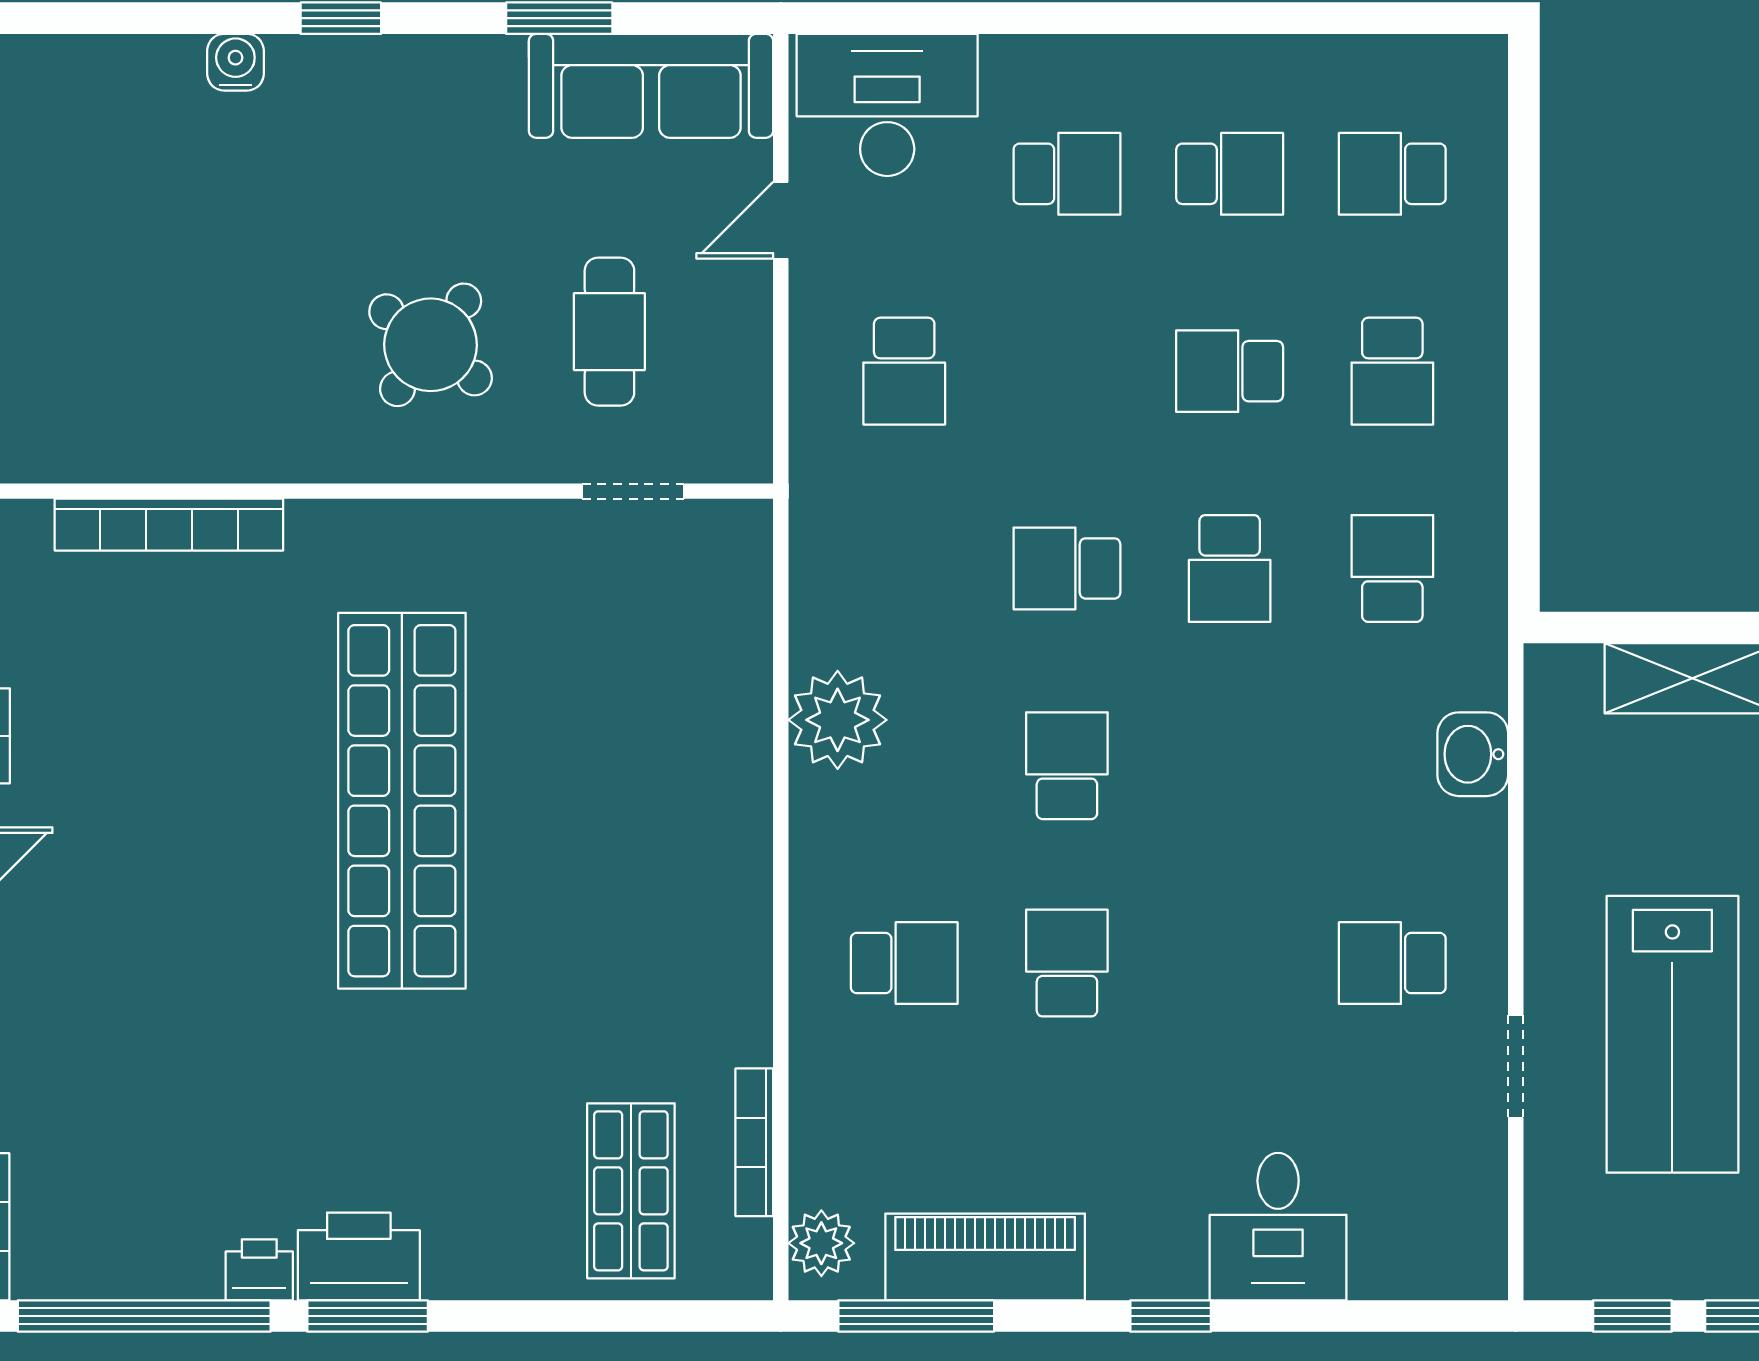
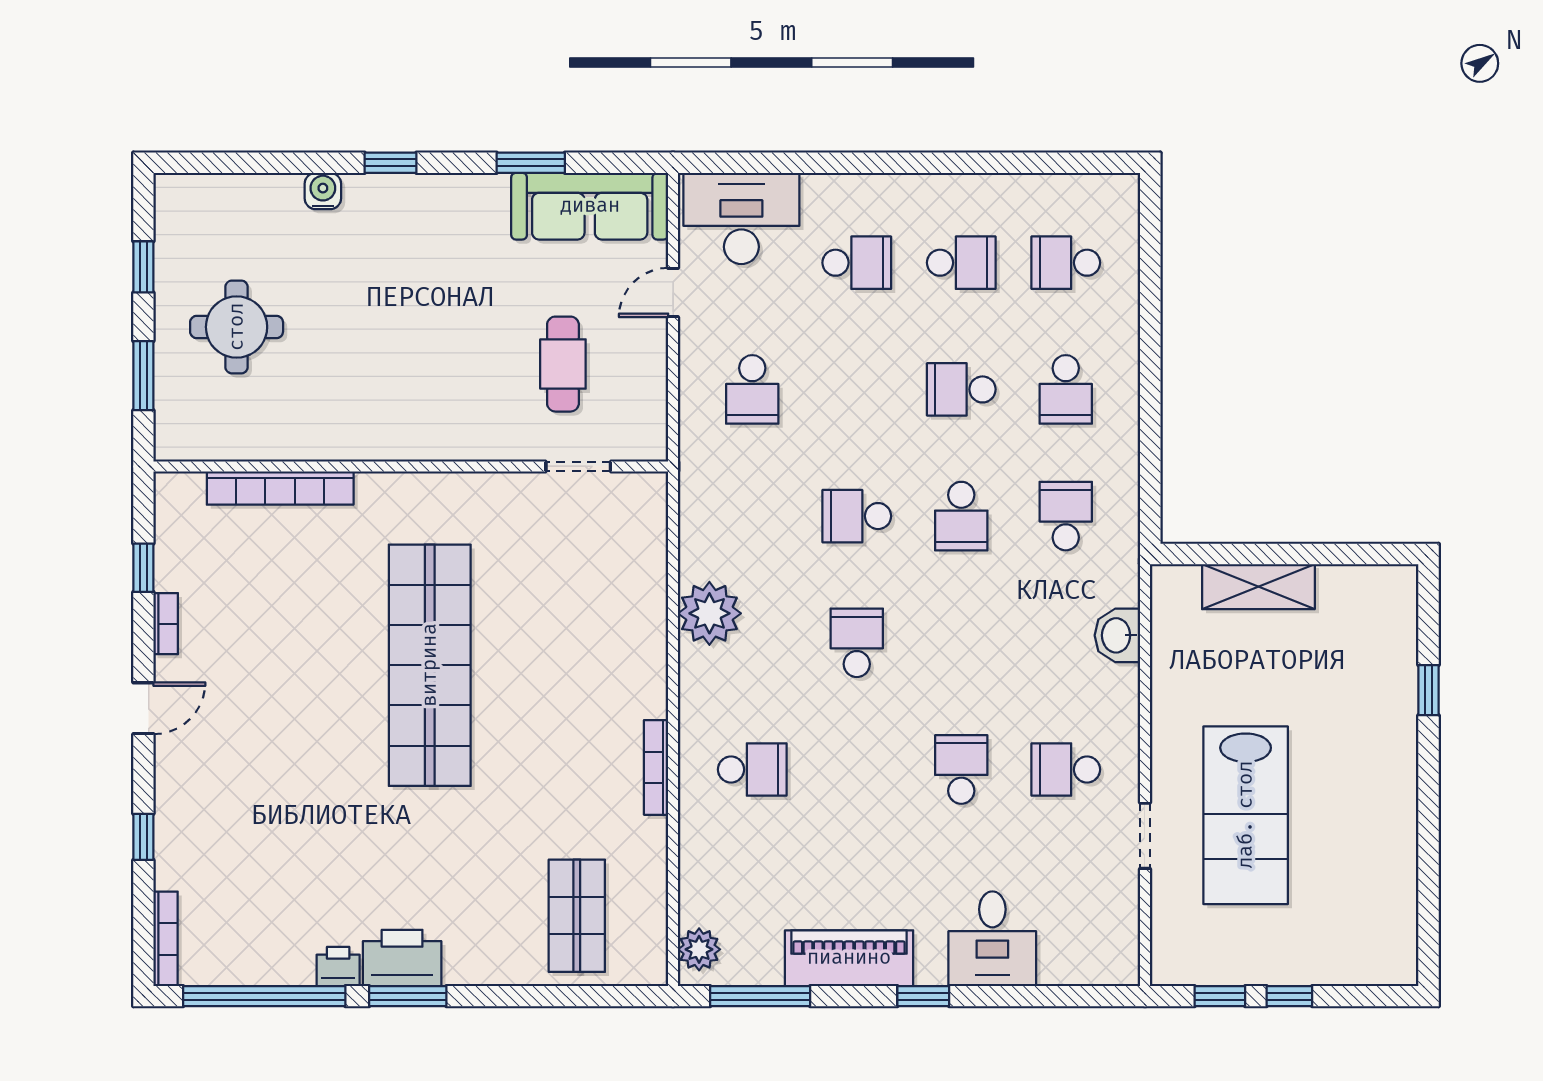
round table: (431, 345) -> (237, 327), moved, turned -37
school desk: (1067, 963) -> (961, 770), moved
bookcase: (754, 1142) -> (656, 767), moved
piano: (985, 1257) -> (849, 958), moved

